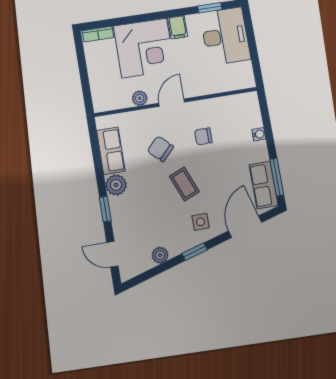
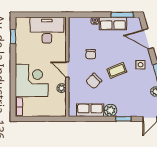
filing cabinet: (178, 27) -> (22, 58), removed
desk: (225, 36) -> (47, 30), moved
row of seats: (264, 185) -> (113, 23), moved

